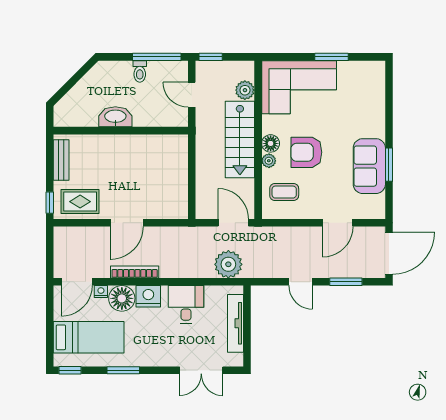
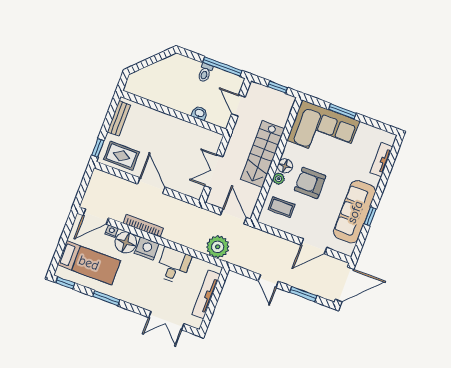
window: (211, 57) -> (278, 87), moved
window: (332, 57) -> (342, 111), moved
plant: (245, 90) -> (281, 117), removed
tv unit: (378, 95) -> (381, 160), added
washbasin: (115, 117) -> (199, 113), moved, width x0.52, depth x0.69
window: (389, 165) -> (370, 216), width x0.67
sofa: (369, 166) -> (355, 212), width x1.36
double door: (192, 180) -> (214, 171), added
door: (127, 223) -> (151, 186), swing flipped

